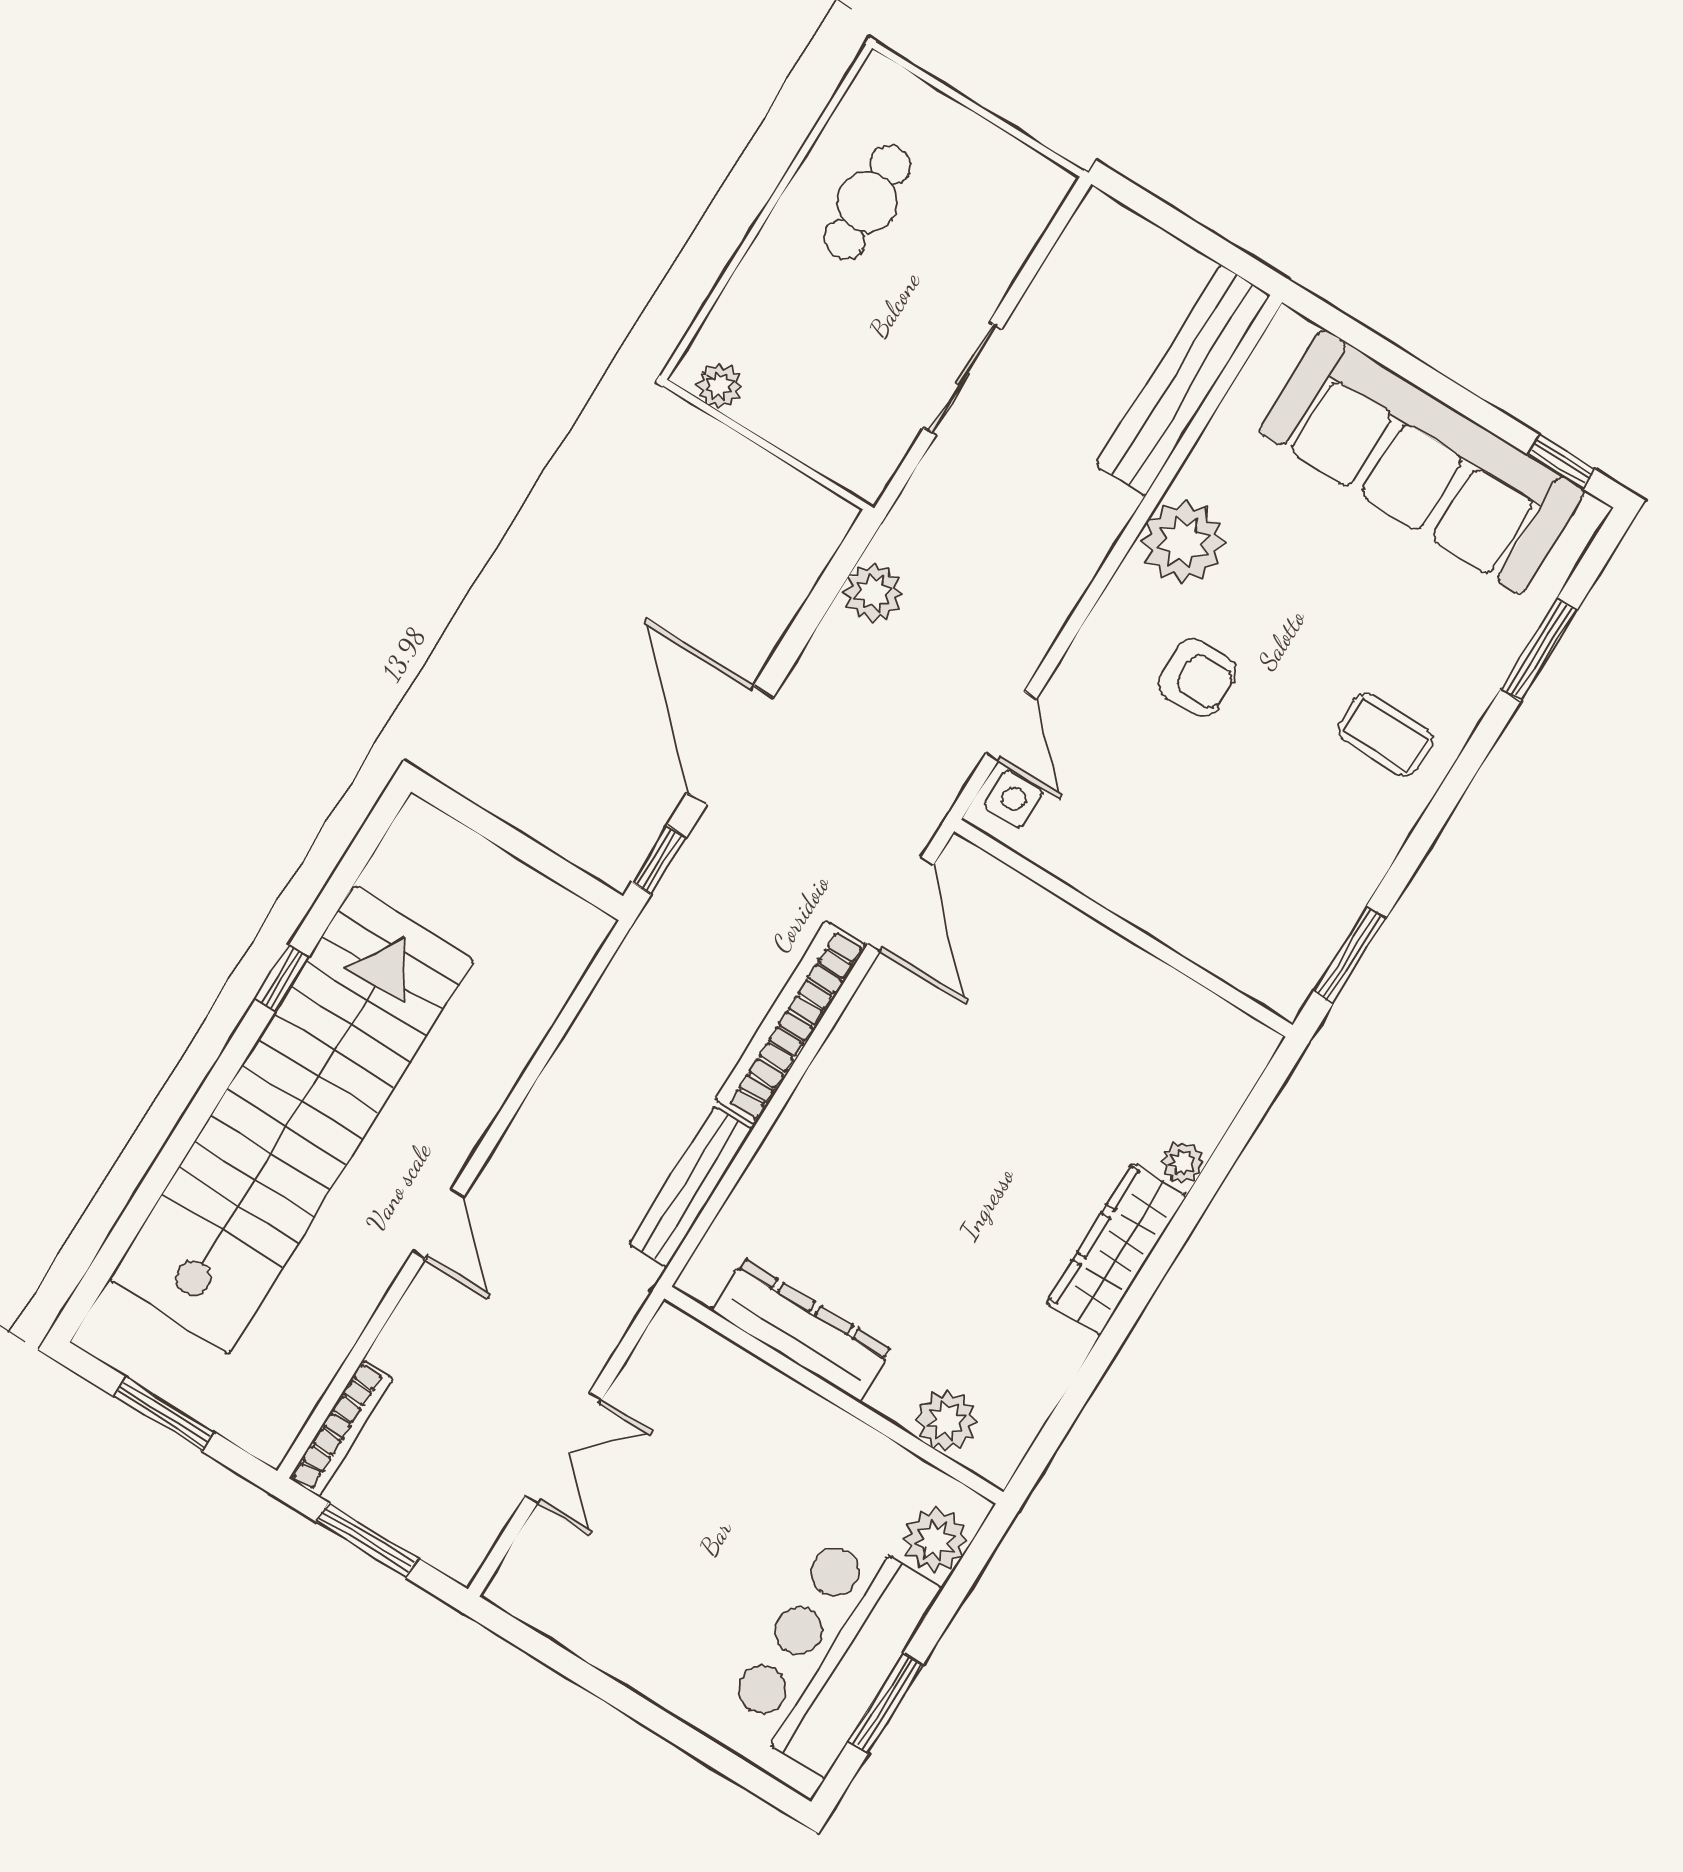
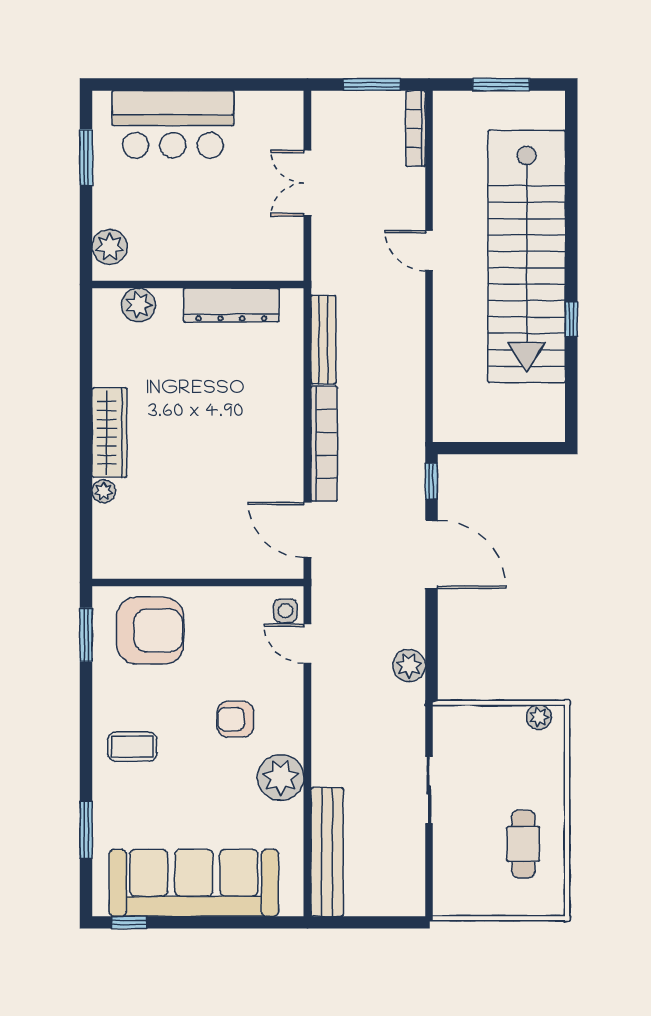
armchair: (1245, 899) -> (150, 631), added
bar counter: (831, 1651) -> (173, 124), moved, turned 90

